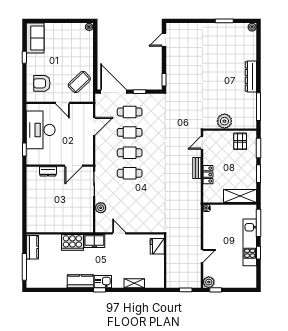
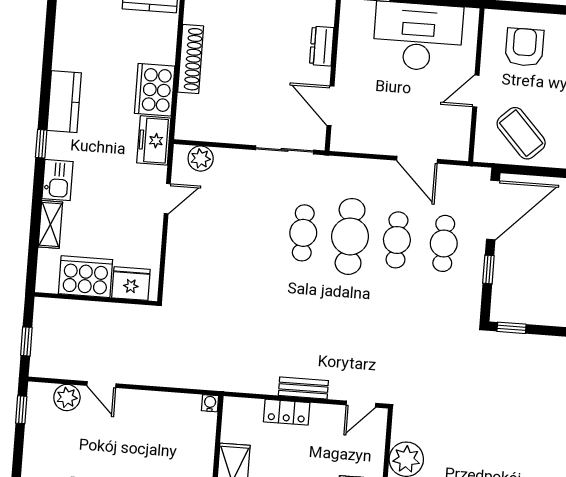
door: (202, 143) -> (361, 404), swing flipped
cafe table: (130, 153) -> (350, 236), width x1.37, depth x1.35
plant: (101, 208) -> (201, 159), moved
shoe rack: (58, 228) -> (191, 59), added
cooker: (156, 266) -> (85, 277), added
kitchen sink: (103, 282) -> (58, 180), moved
plant: (209, 282) -> (67, 397), moved

